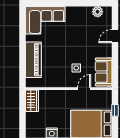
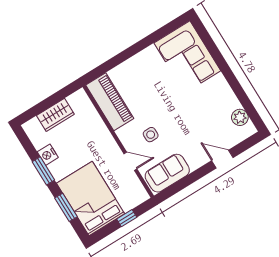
piano: (33, 60) -> (110, 102), moved, turned -90
wardrobe: (32, 101) -> (55, 115), moved

